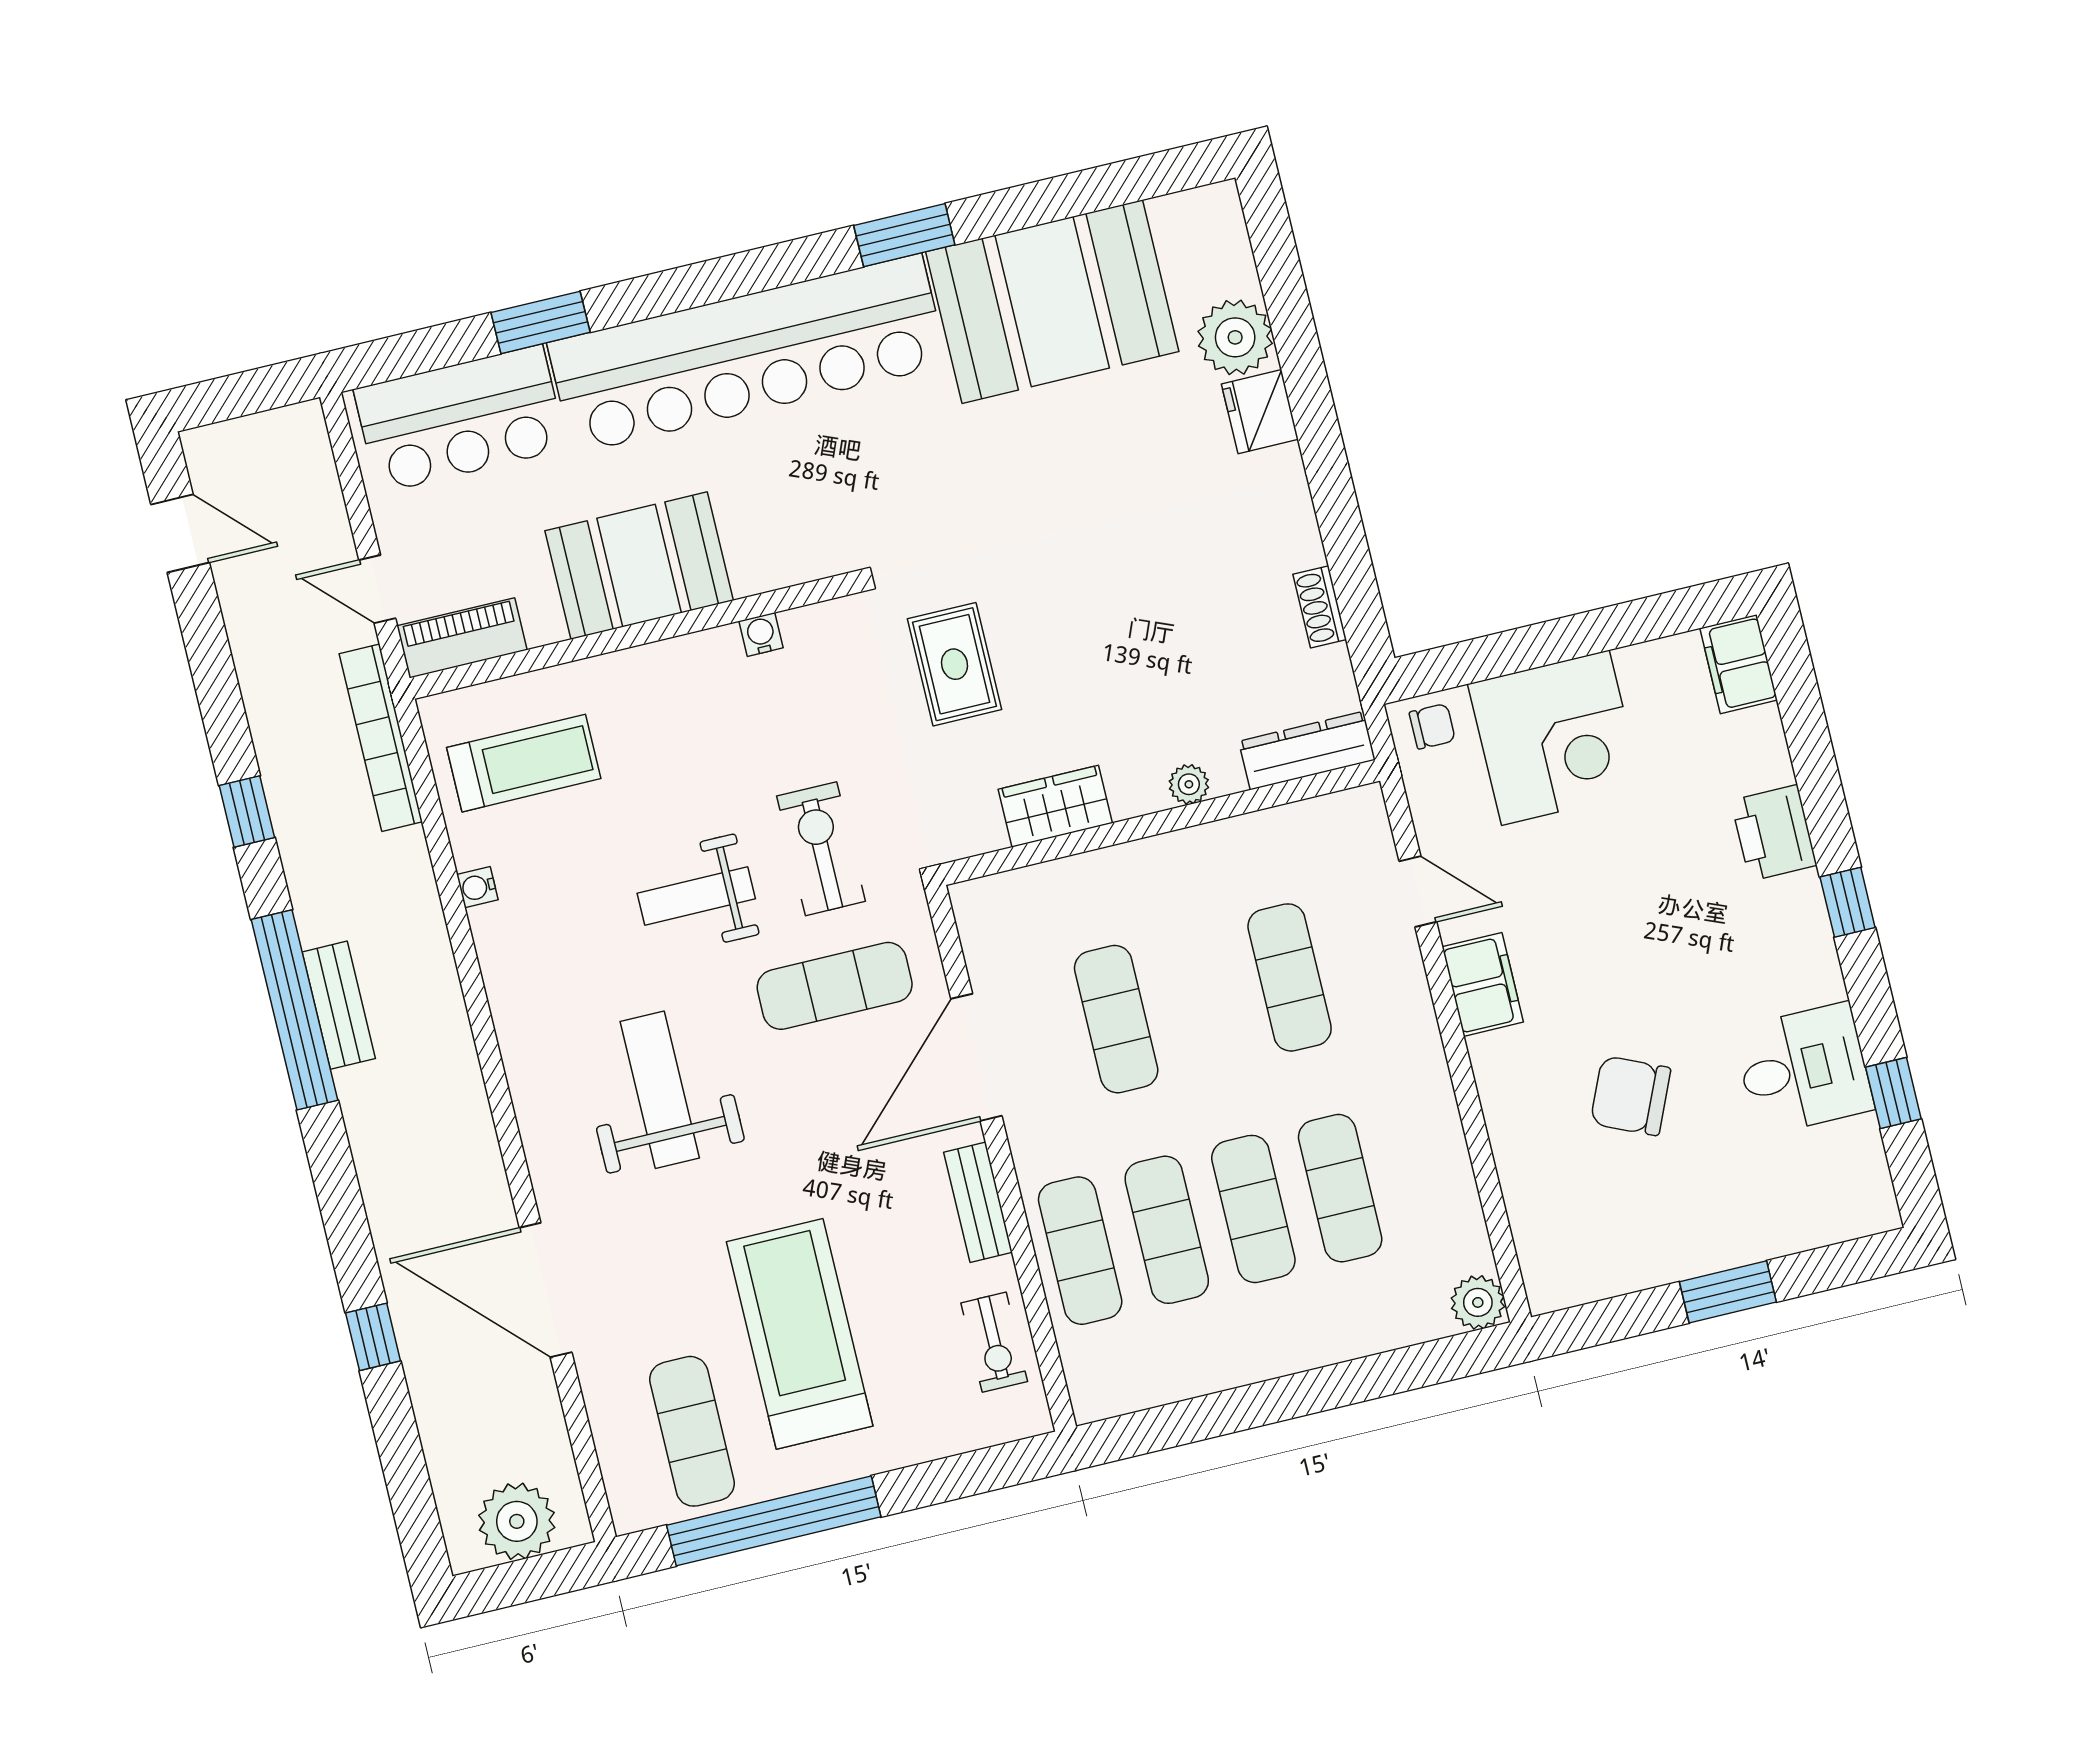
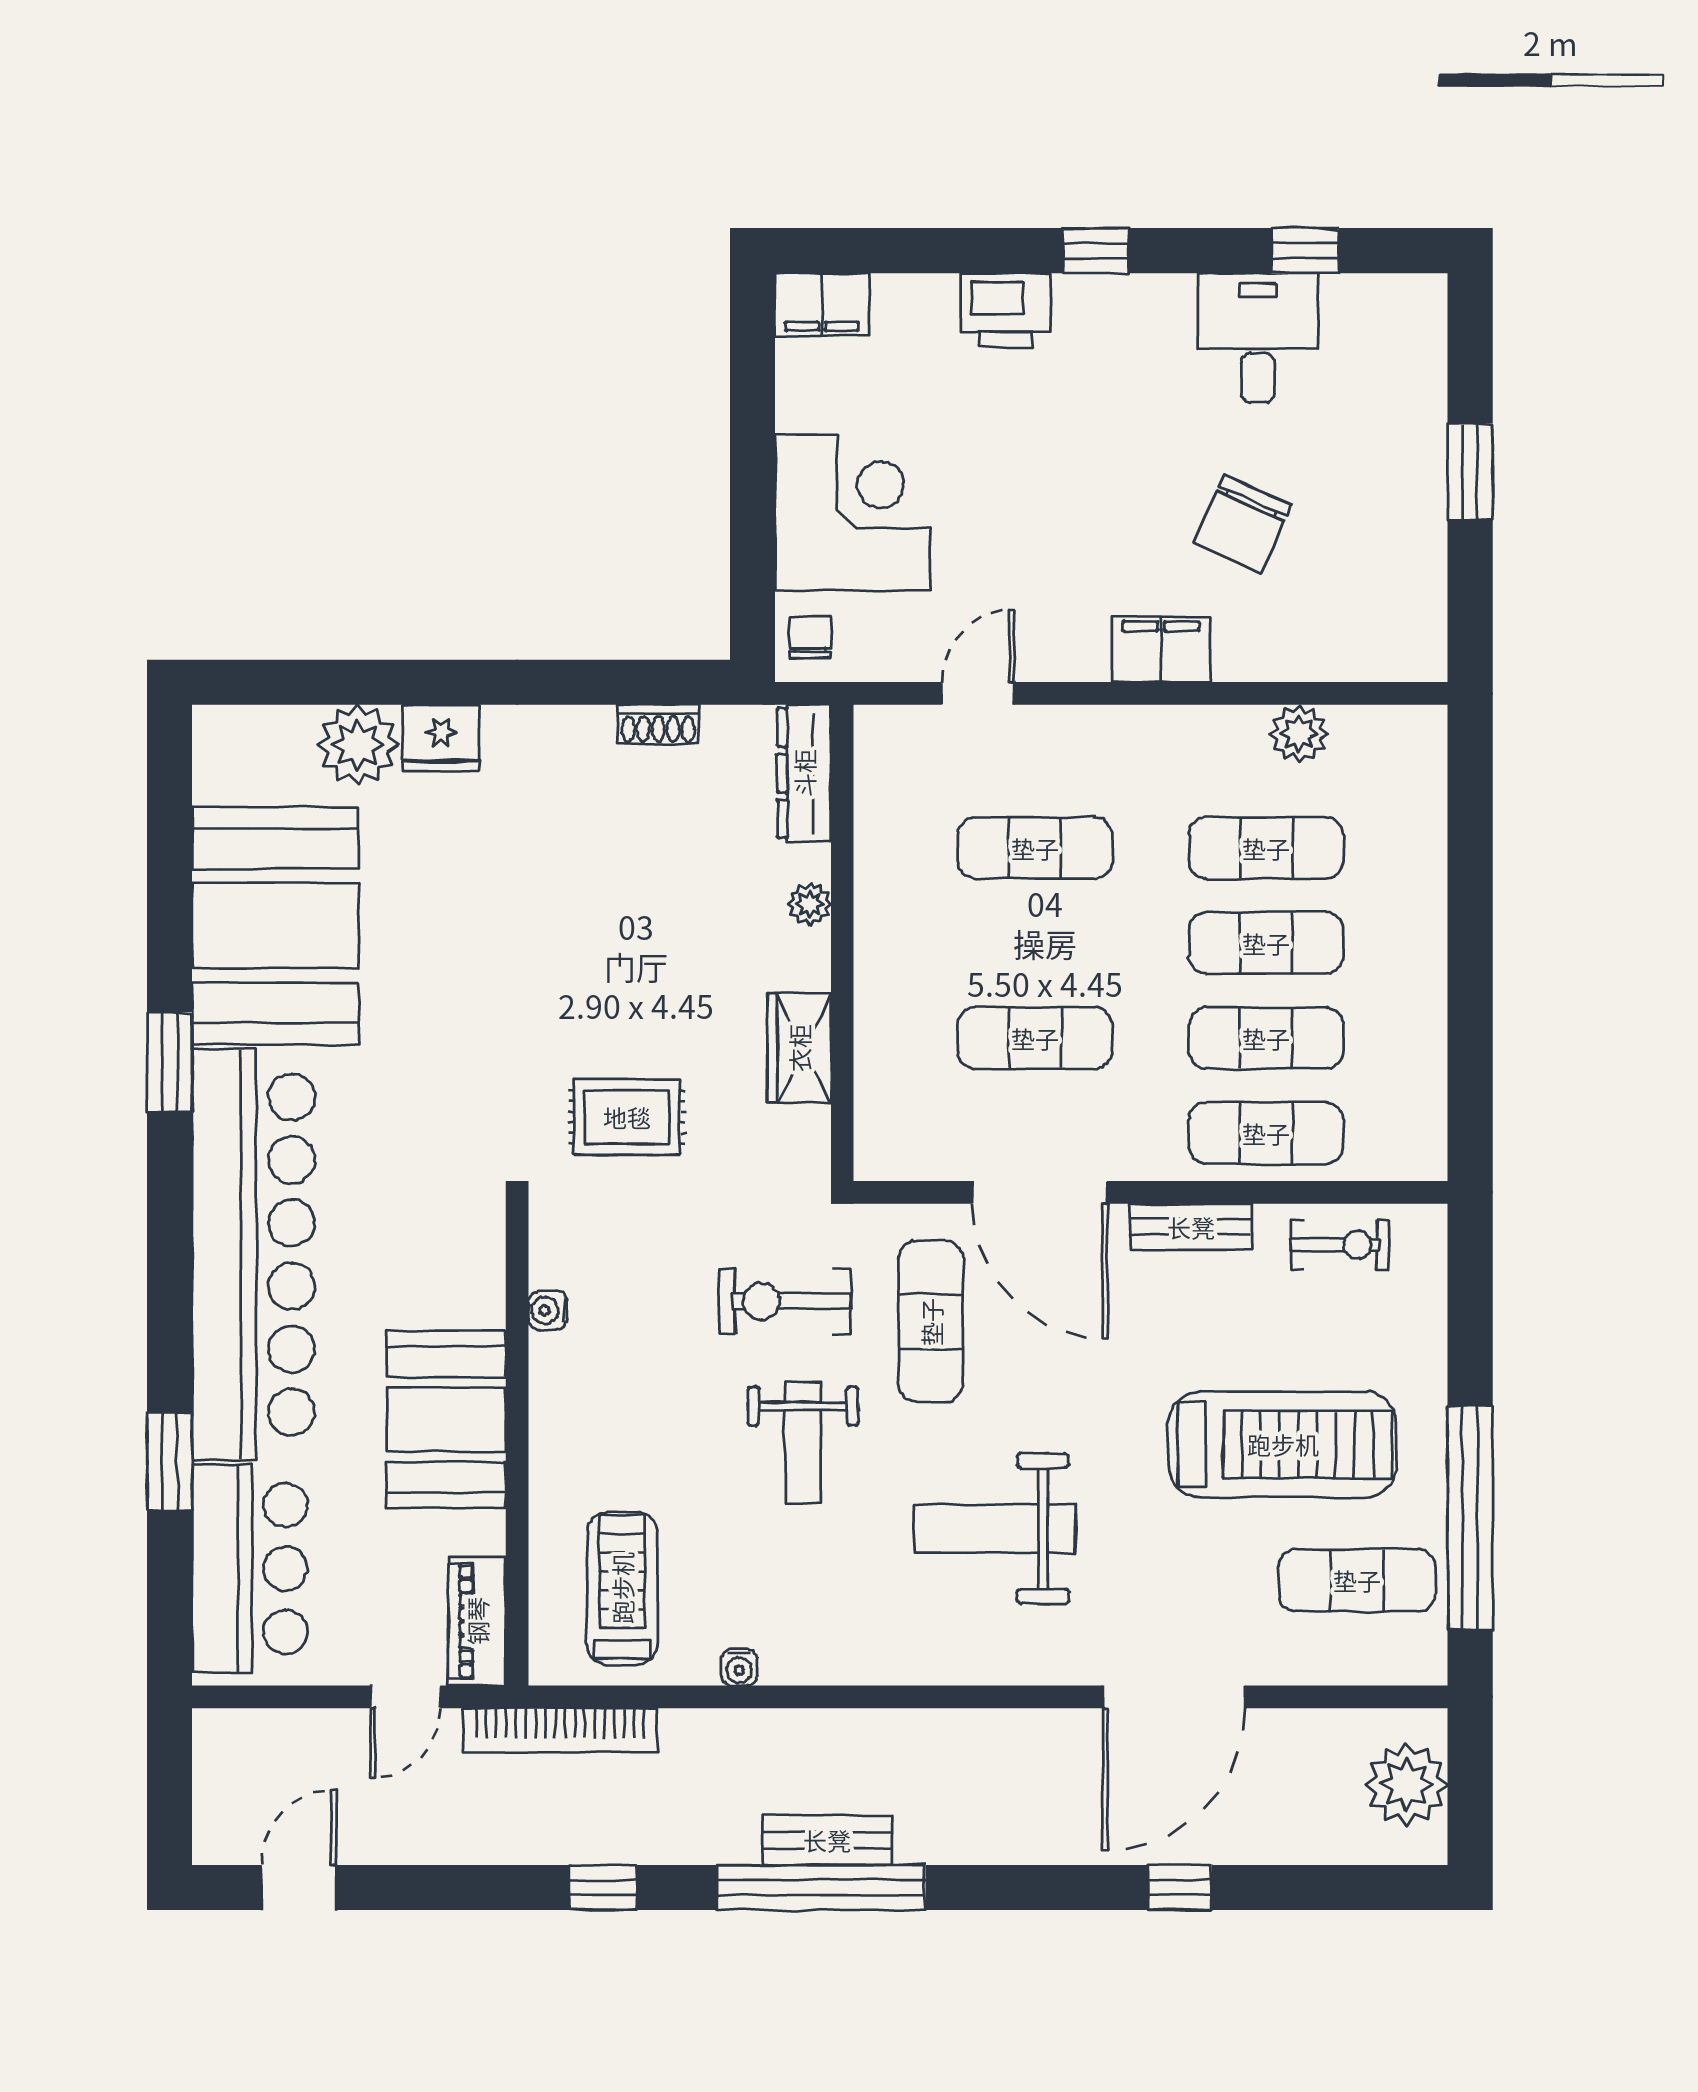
filing cabinet: (1483, 984) -> (1161, 649), moved
plant: (1478, 1302) -> (1299, 734), moved
treadmill: (800, 1334) -> (1283, 1444), turned 180

